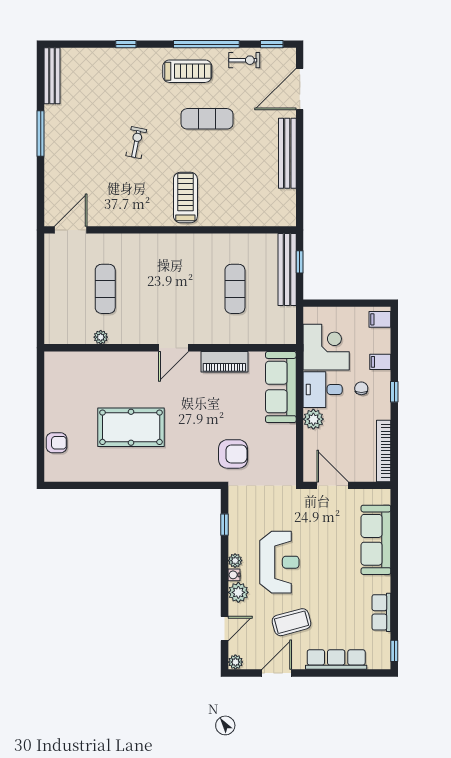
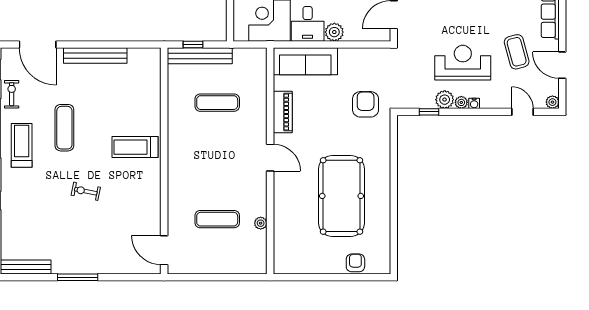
pool table: (131, 427) -> (341, 196), width x1.36, depth x1.32
plant: (238, 592) -> (445, 100), moved

